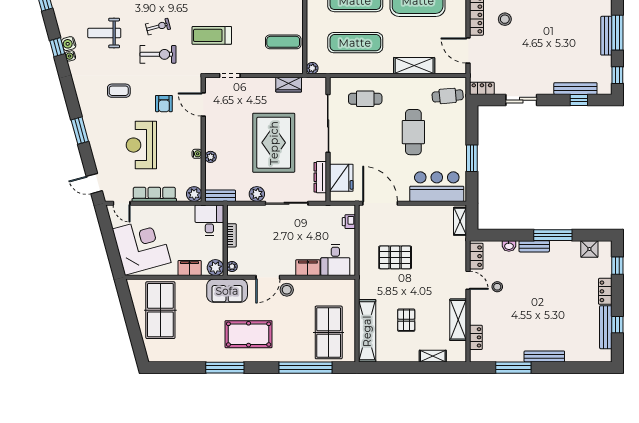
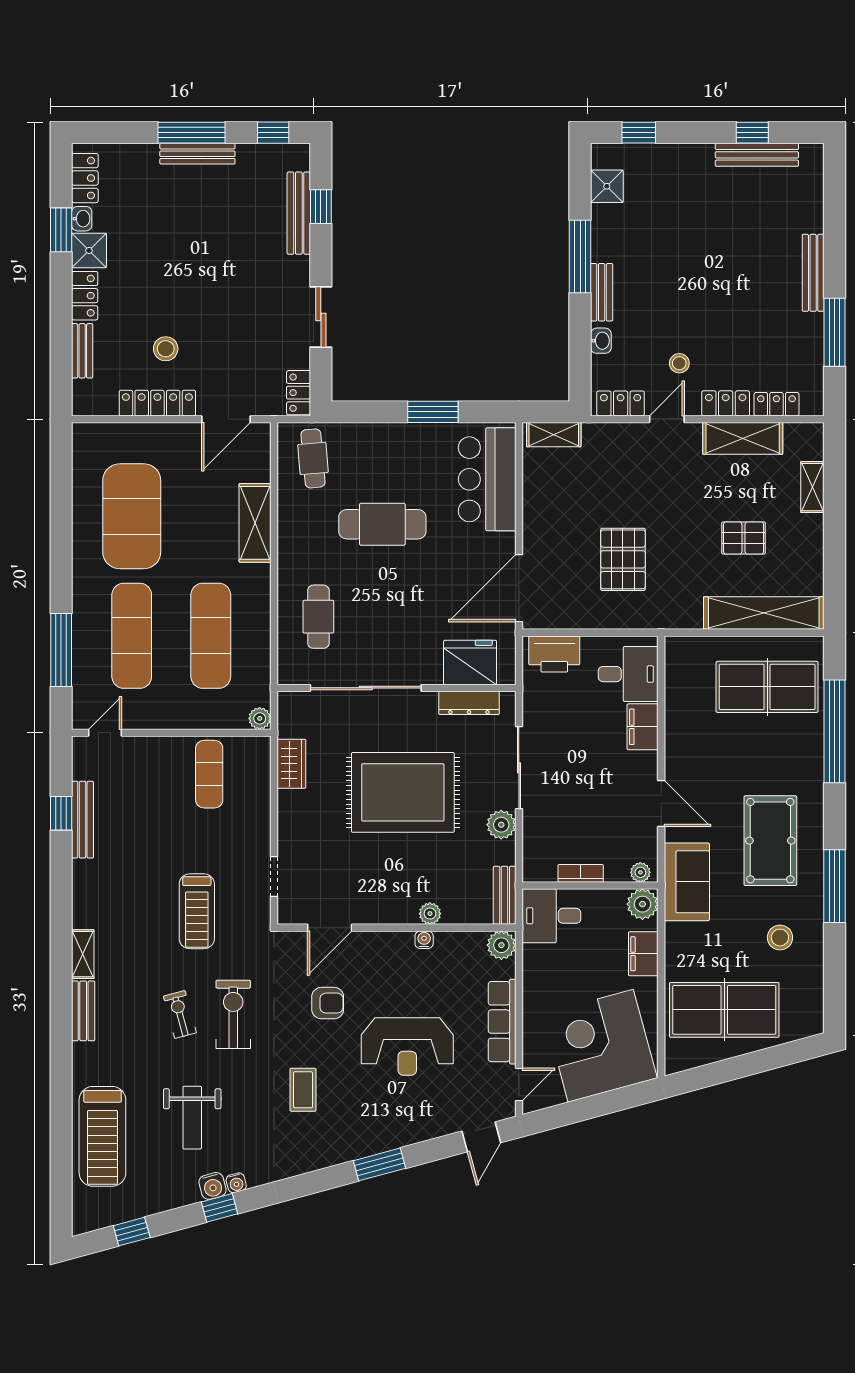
printer: (349, 222) -> (554, 654), width x1.87, depth x1.48
stool: (287, 290) -> (780, 938), moved
locker: (605, 291) -> (726, 403), moved, turned 180

